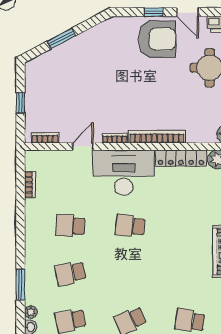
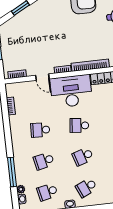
door: (83, 146) -> (42, 77), swing flipped
school desk: (130, 273) -> (83, 156), added
window: (20, 285) -> (12, 172), width x1.44

